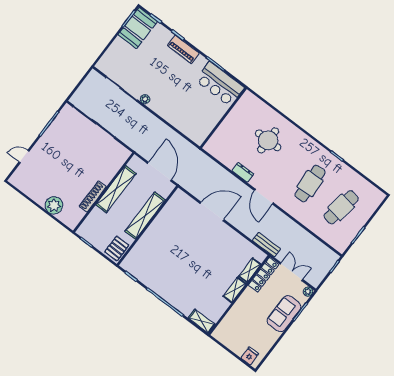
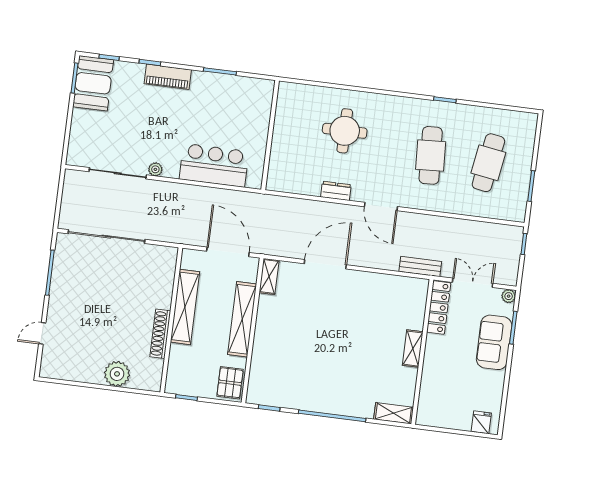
bar counter: (220, 84) -> (214, 165), moved, turned 180
shelving: (250, 270) -> (269, 276), moved

